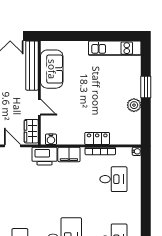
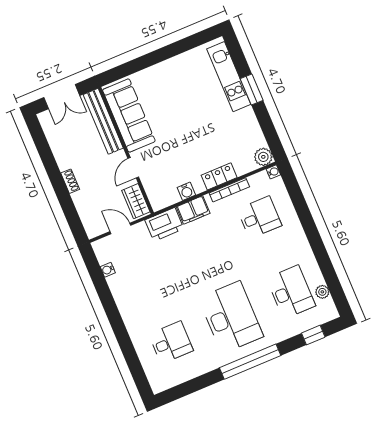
kitchen unit: (115, 48) -> (229, 77), moved, turned 90
sofa: (52, 69) -> (129, 116), width x1.36
plant: (134, 105) -> (263, 157), moved
door: (39, 107) -> (133, 168), swing flipped
water cooler: (51, 139) -> (186, 191), moved

